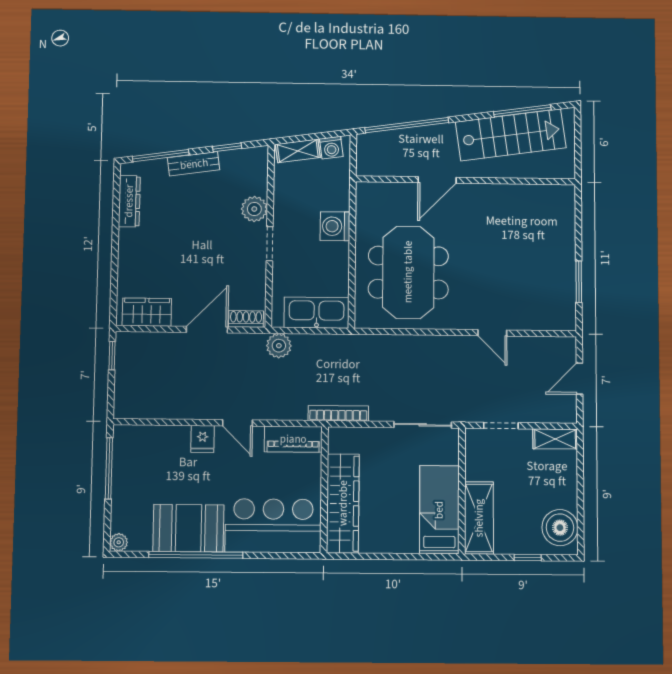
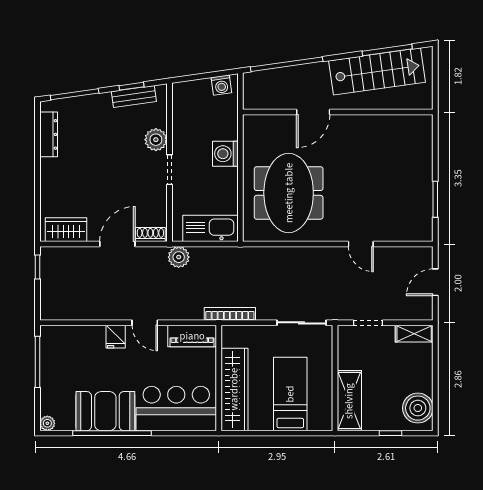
shelving: (298, 151) -> (192, 88), removed
bench: (194, 164) -> (134, 97), moved
bed: (439, 510) -> (290, 394), moved

